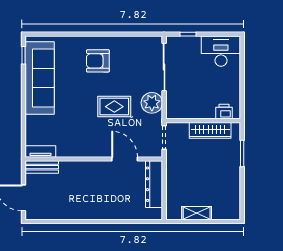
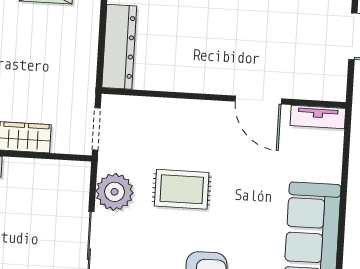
door: (125, 159) -> (258, 100), moved
bench: (42, 167) -> (317, 89), removed

